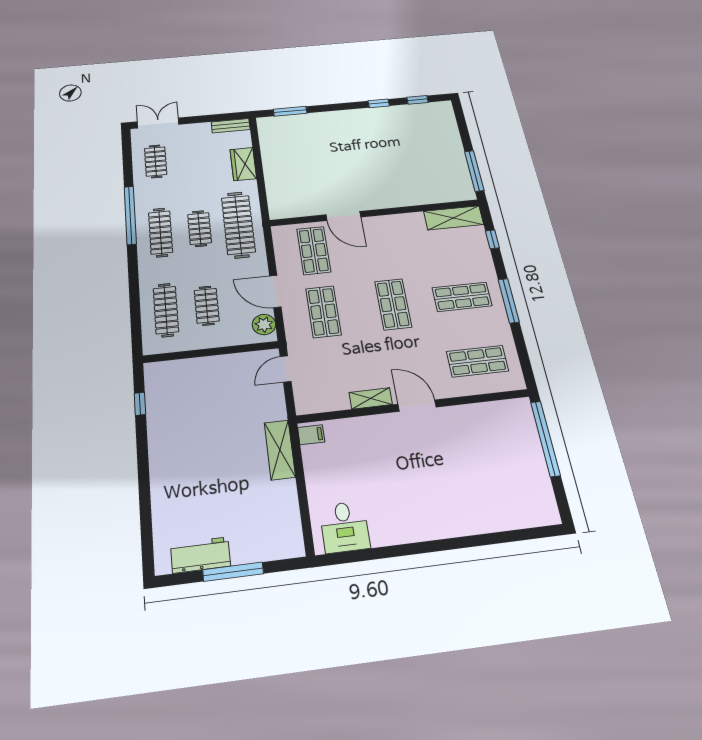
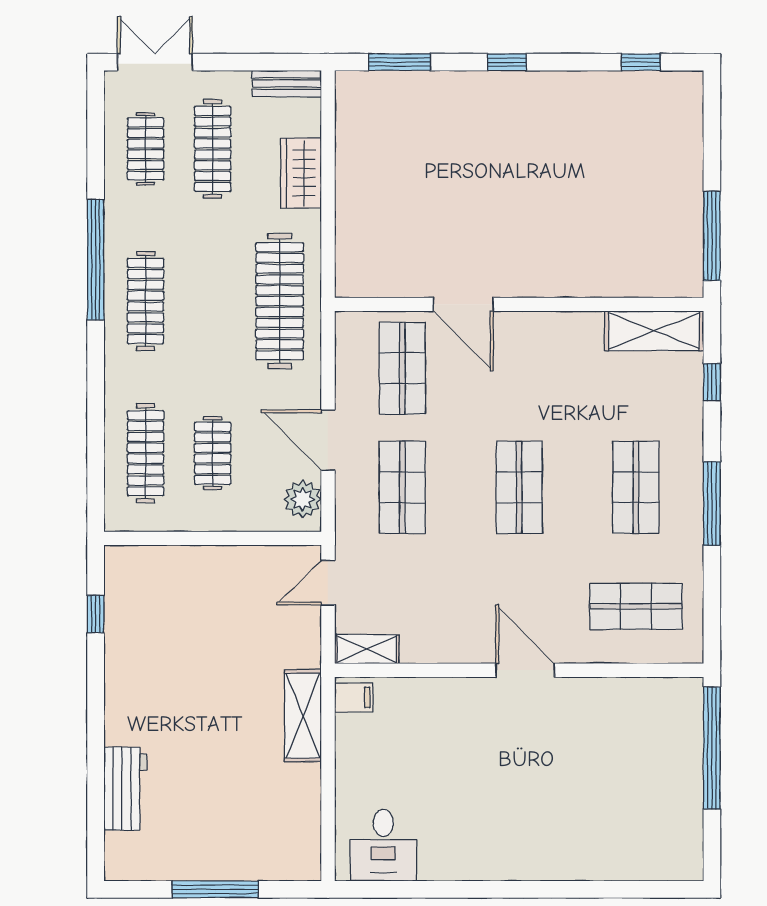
window: (379, 103) -> (507, 62), moved
clothes rail: (200, 229) -> (213, 149), moved, width x1.36
shop shelf: (462, 297) -> (636, 487), turned 90
shelving: (371, 398) -> (367, 649), moved
workbench: (200, 555) -> (125, 789), moved, turned 90

